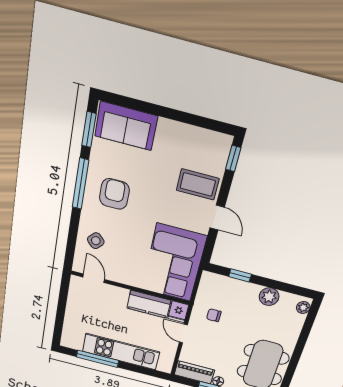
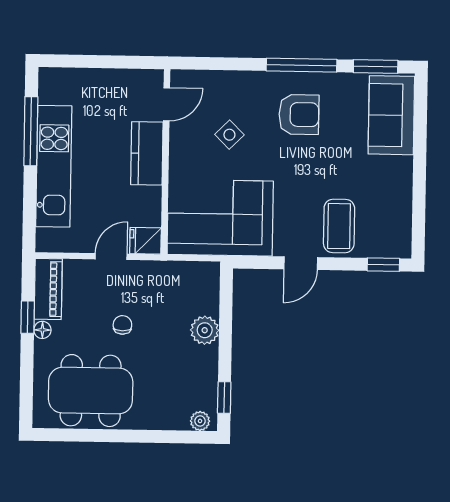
side table: (96, 241) -> (229, 135), moved
window: (240, 275) -> (224, 398), moved
plant: (269, 297) -> (205, 330), moved
kitchen counter: (149, 304) -> (147, 153), moved
chair: (214, 315) -> (122, 325), moved

